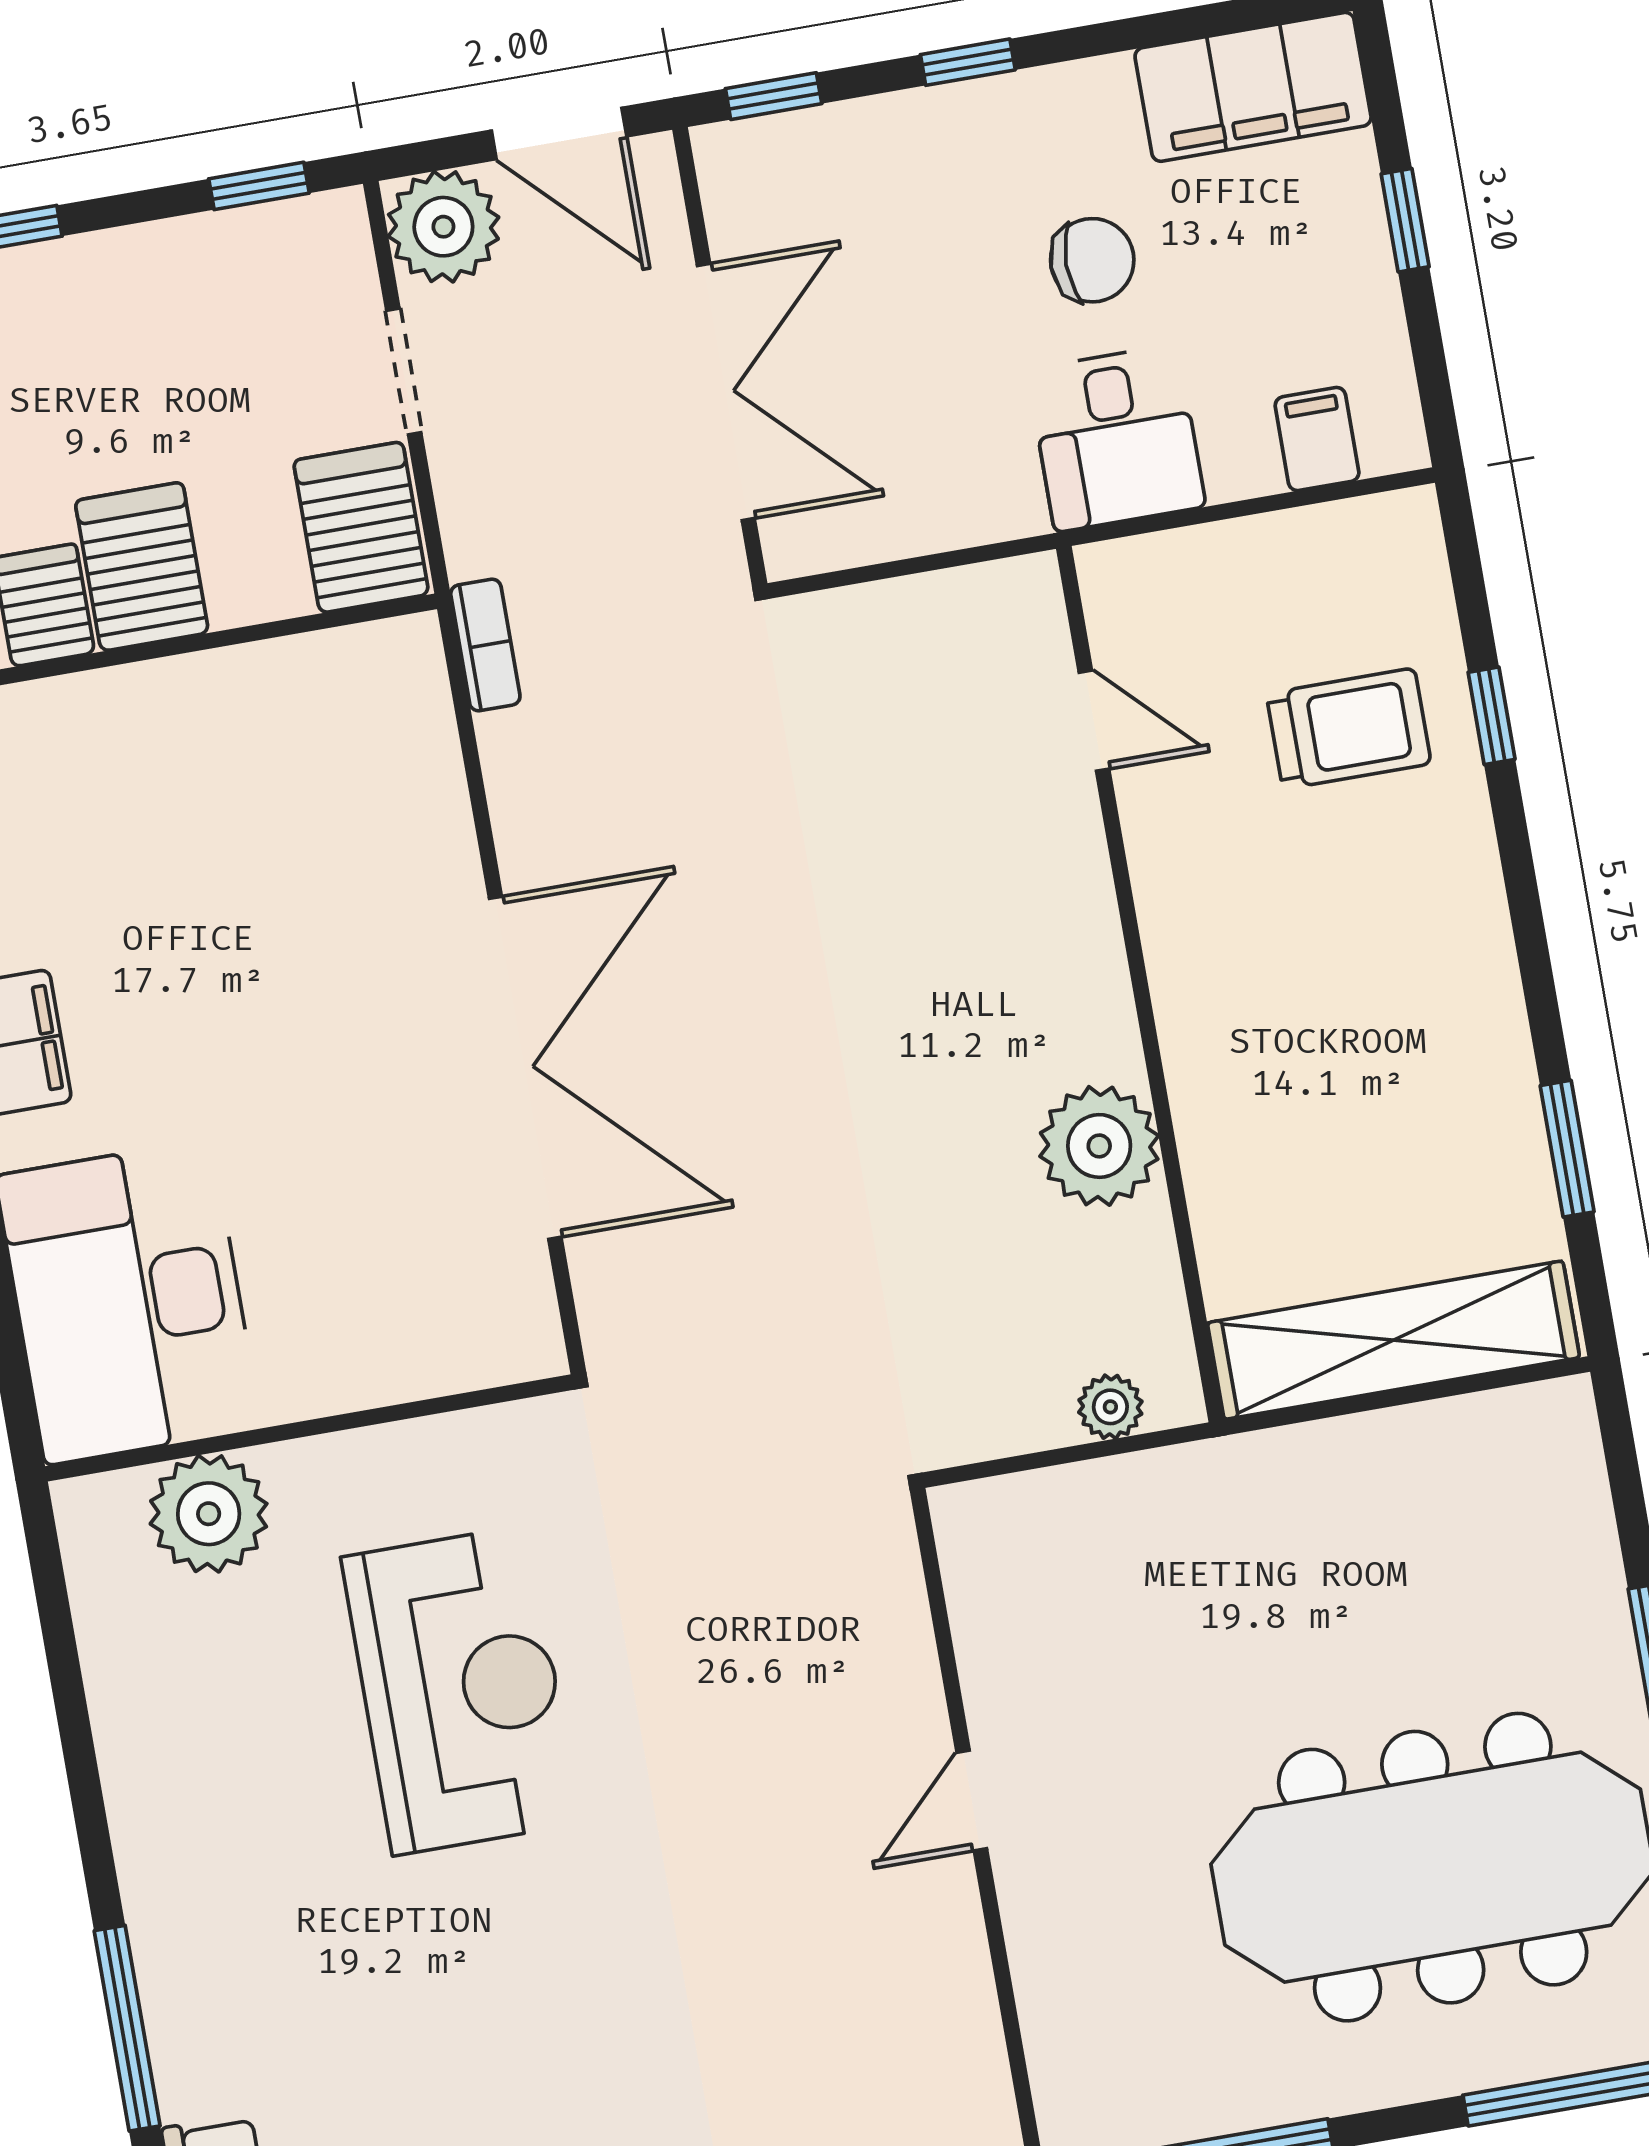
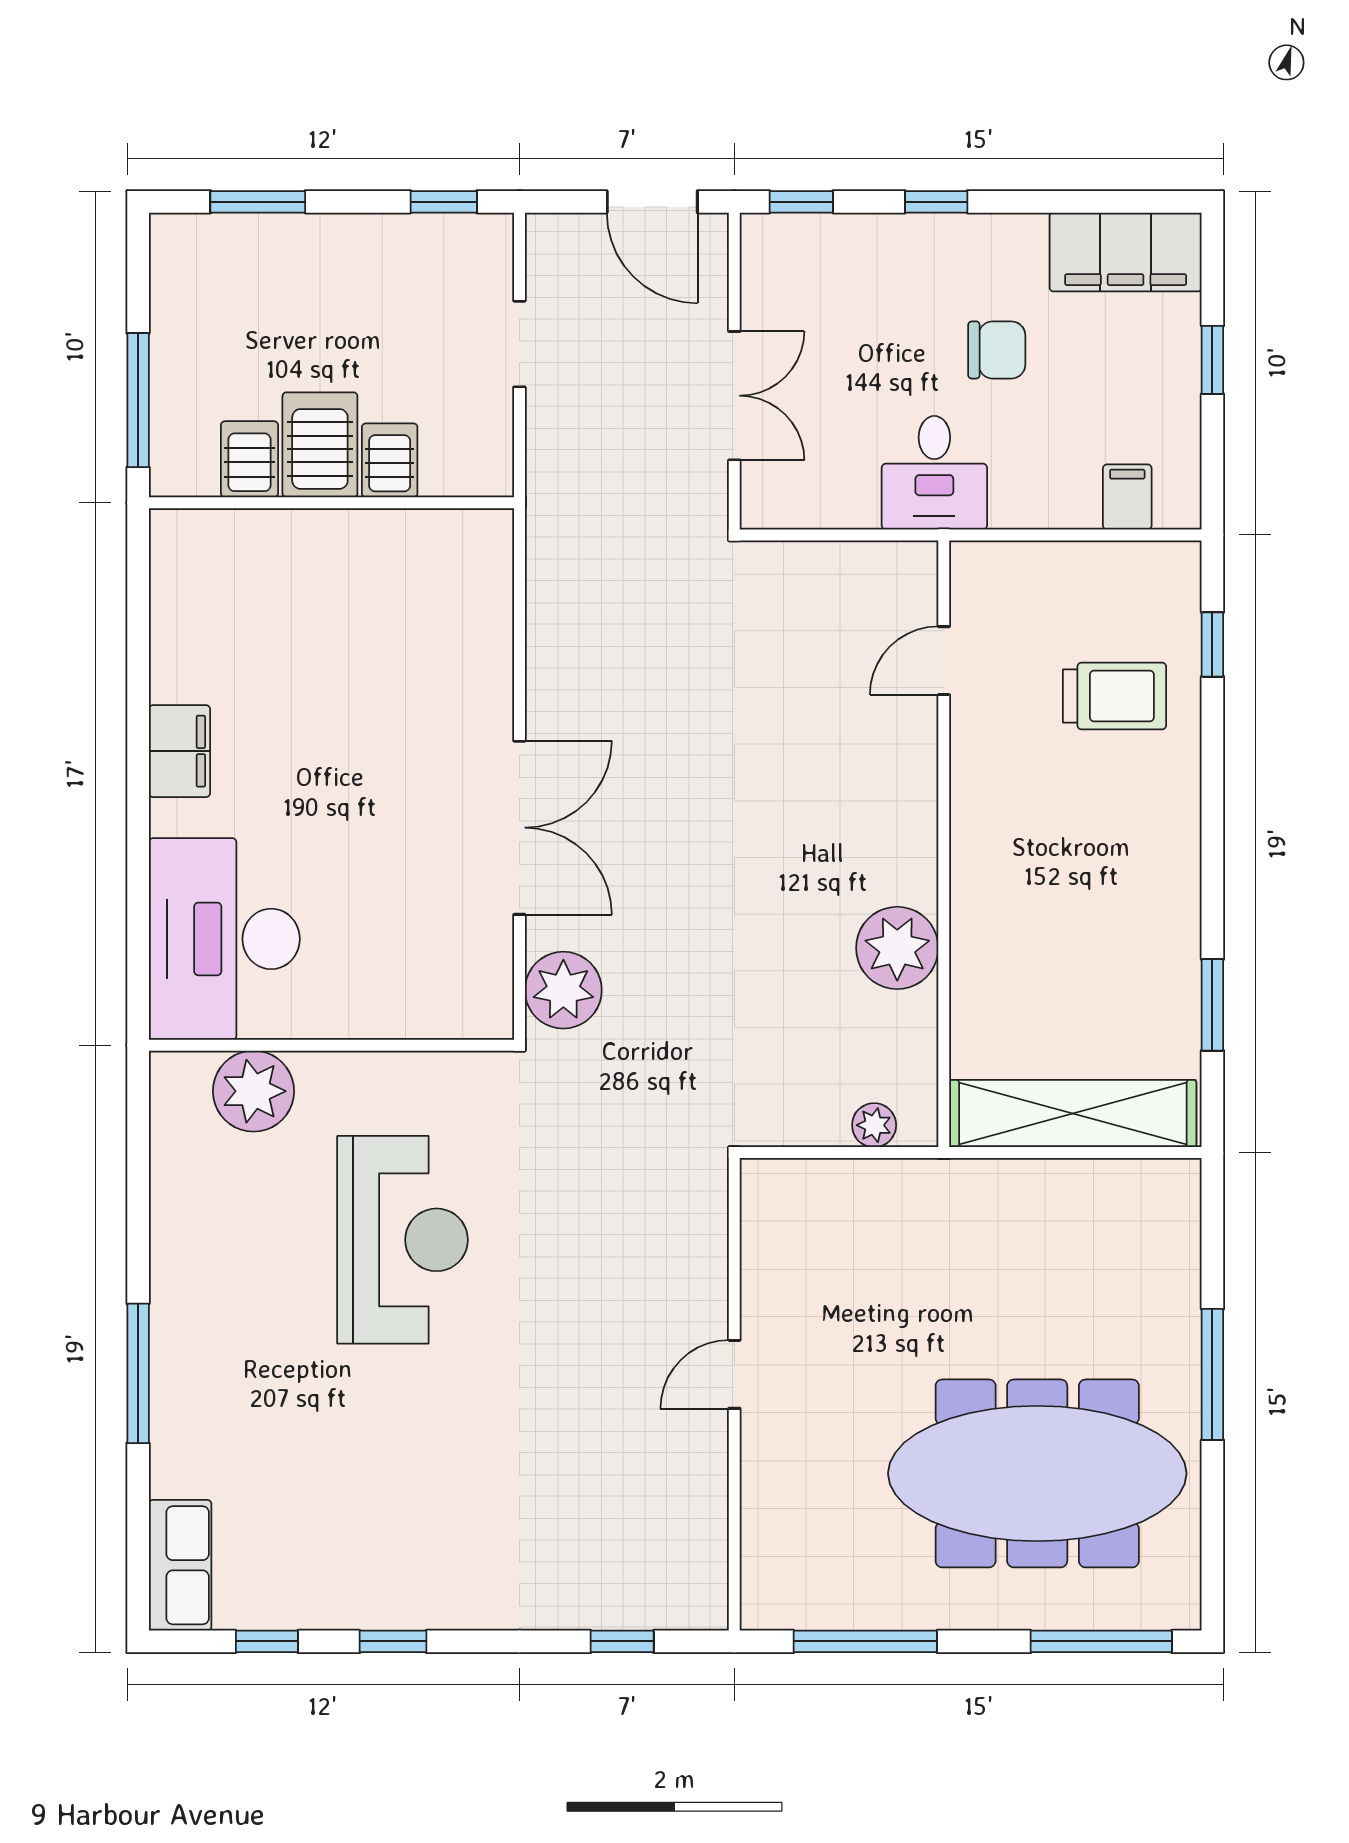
plant: (443, 227) -> (563, 990), moved
double door: (726, 392) -> (734, 396), width x0.73
desk: (1116, 438) -> (934, 473), moved
server rack: (361, 527) -> (390, 460), moved, width x0.73, depth x0.70
bookcase: (485, 645) -> (542, 538), removed
window: (1492, 716) -> (1212, 644), moved
door: (1094, 721) -> (944, 661), swing flipped
double door: (525, 1068) -> (519, 828), width x0.73
window: (127, 2028) -> (138, 1373), moved

